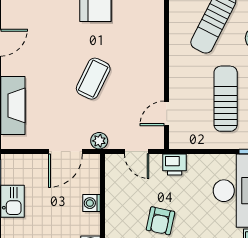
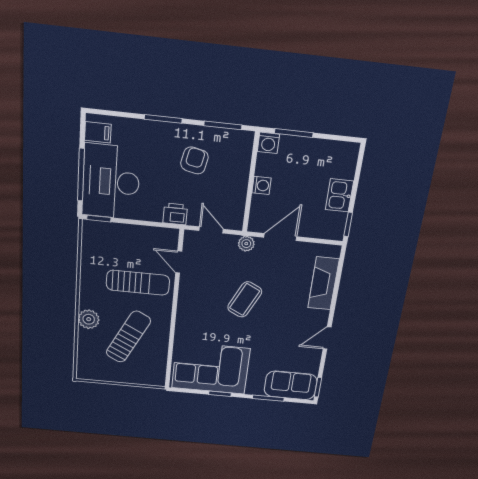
sun lounger: (226, 99) -> (138, 283), moved, turned -90
door: (167, 113) -> (179, 262), swing flipped

